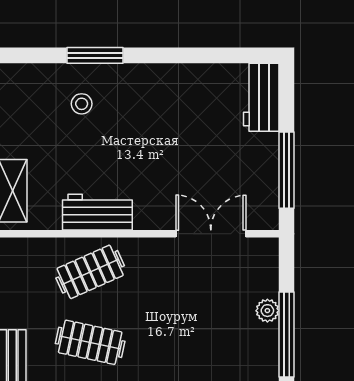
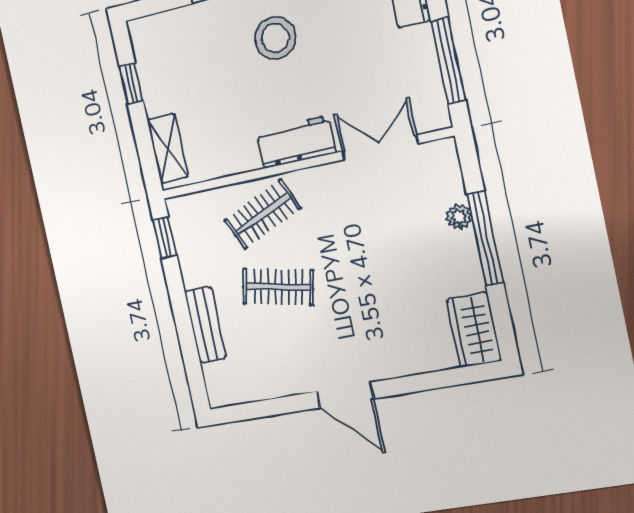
stool: (82, 104) -> (275, 38), moved, width x1.89, depth x1.89
workbench: (97, 212) -> (296, 142), moved

